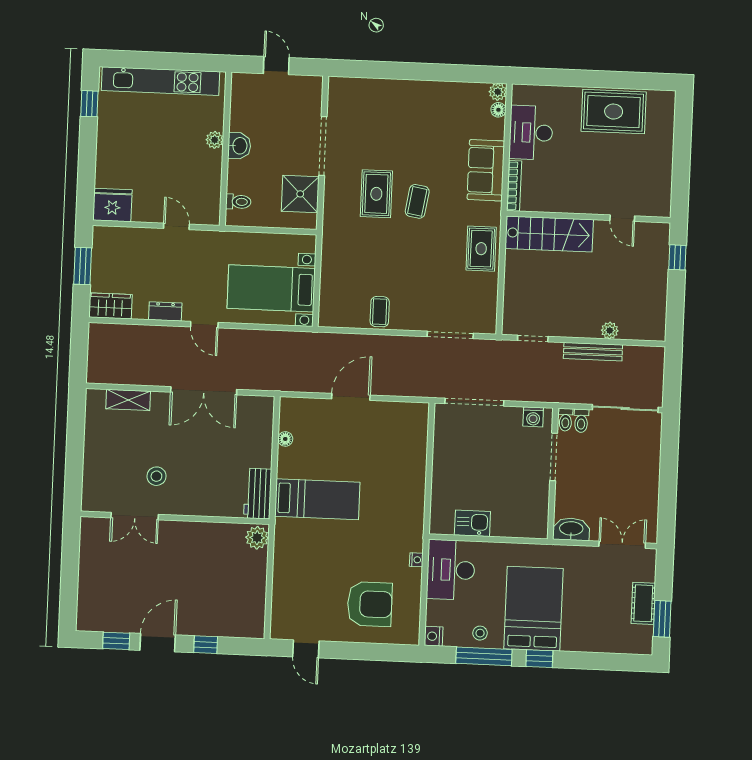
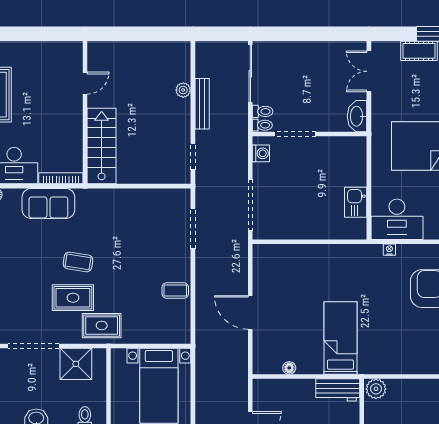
rug: (481, 249) -> (102, 326), moved
window: (677, 257) -> (117, 34), removed

